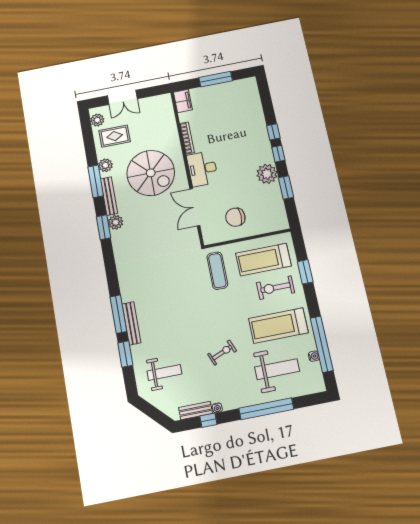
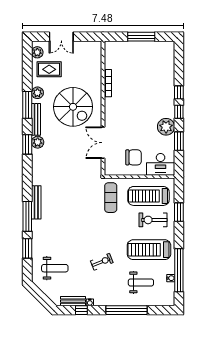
filing cabinet: (183, 101) -> (111, 50), removed
desk: (202, 169) -> (161, 164), moved, turned -90
chair: (235, 217) -> (134, 157), turned 180
bench: (131, 323) -> (36, 202), moved
weight bench: (277, 369) -> (141, 282), width x0.73, depth x0.75

